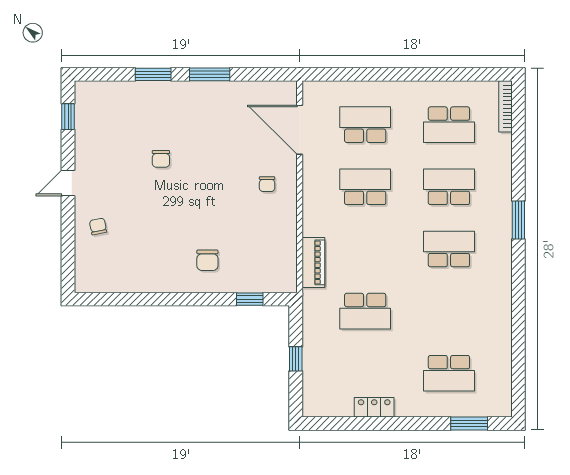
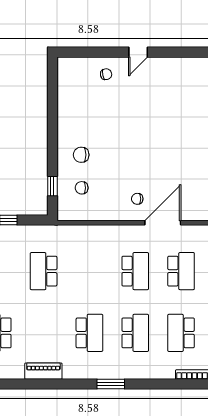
window: (68, 117) -> (187, 52), removed
door: (300, 130) -> (163, 223), moved
chair: (161, 159) -> (82, 188), moved
door: (68, 183) -> (138, 52), swing flipped
piano: (313, 262) -> (43, 371), moved, turned 180

